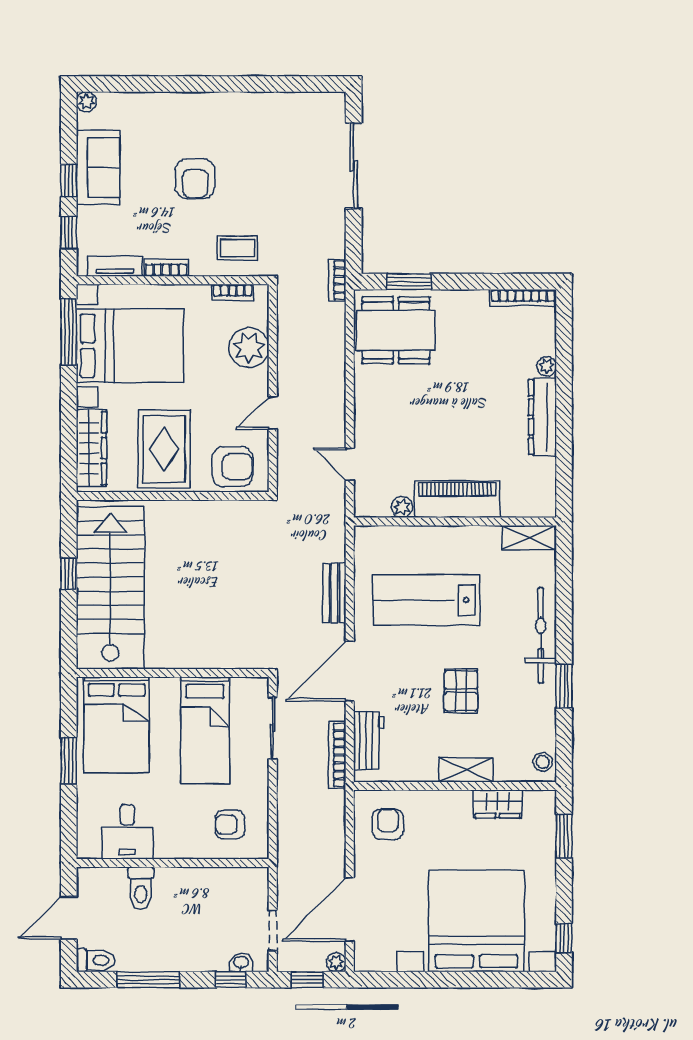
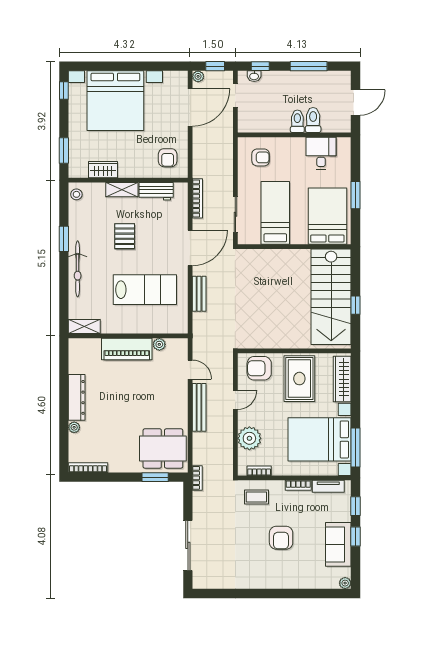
armchair: (195, 179) -> (281, 538), turned 180
bench: (334, 400) -> (199, 407), added
workbench: (369, 740) -> (156, 191), moved, turned -90
toilet: (96, 960) -> (297, 121), moved, turned 90

